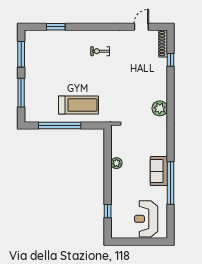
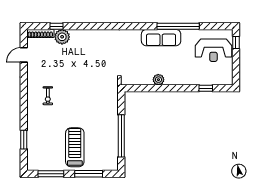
door: (141, 27) -> (24, 55), hinge flipped
treadmill: (78, 105) -> (75, 147), moved
plant: (160, 108) -> (62, 37), moved
sofa: (159, 171) -> (161, 38), width x1.36
window: (154, 242) -> (236, 43), added

